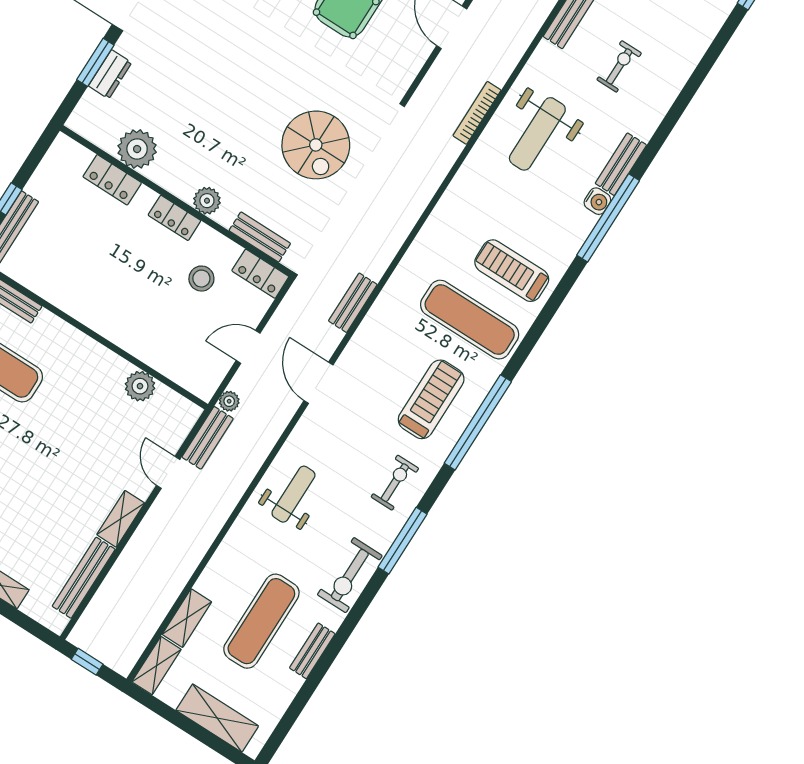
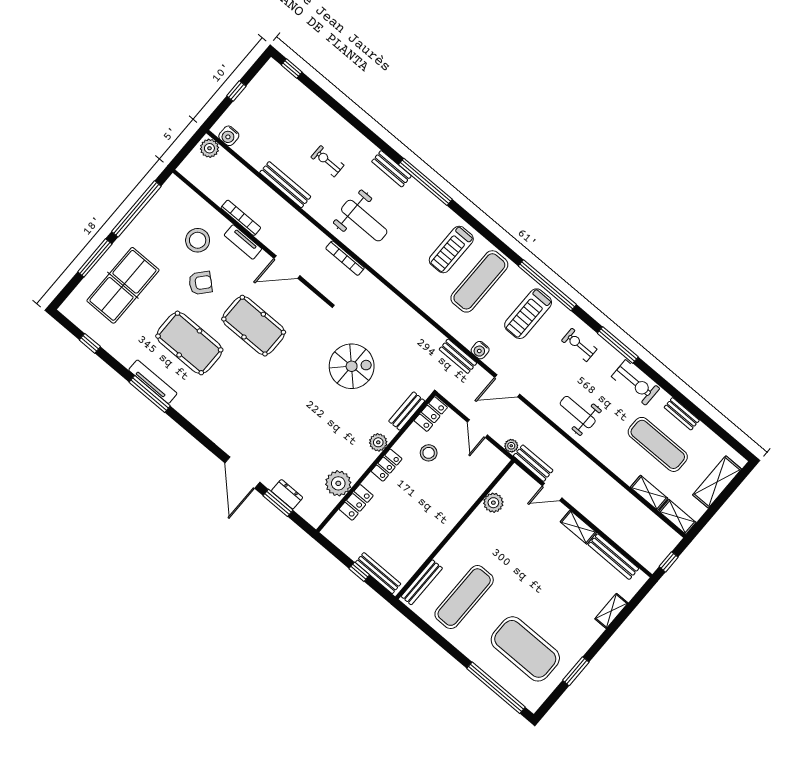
water cooler: (597, 201) -> (480, 350), moved, turned 180
treadmill: (431, 399) -> (528, 314), turned -90

